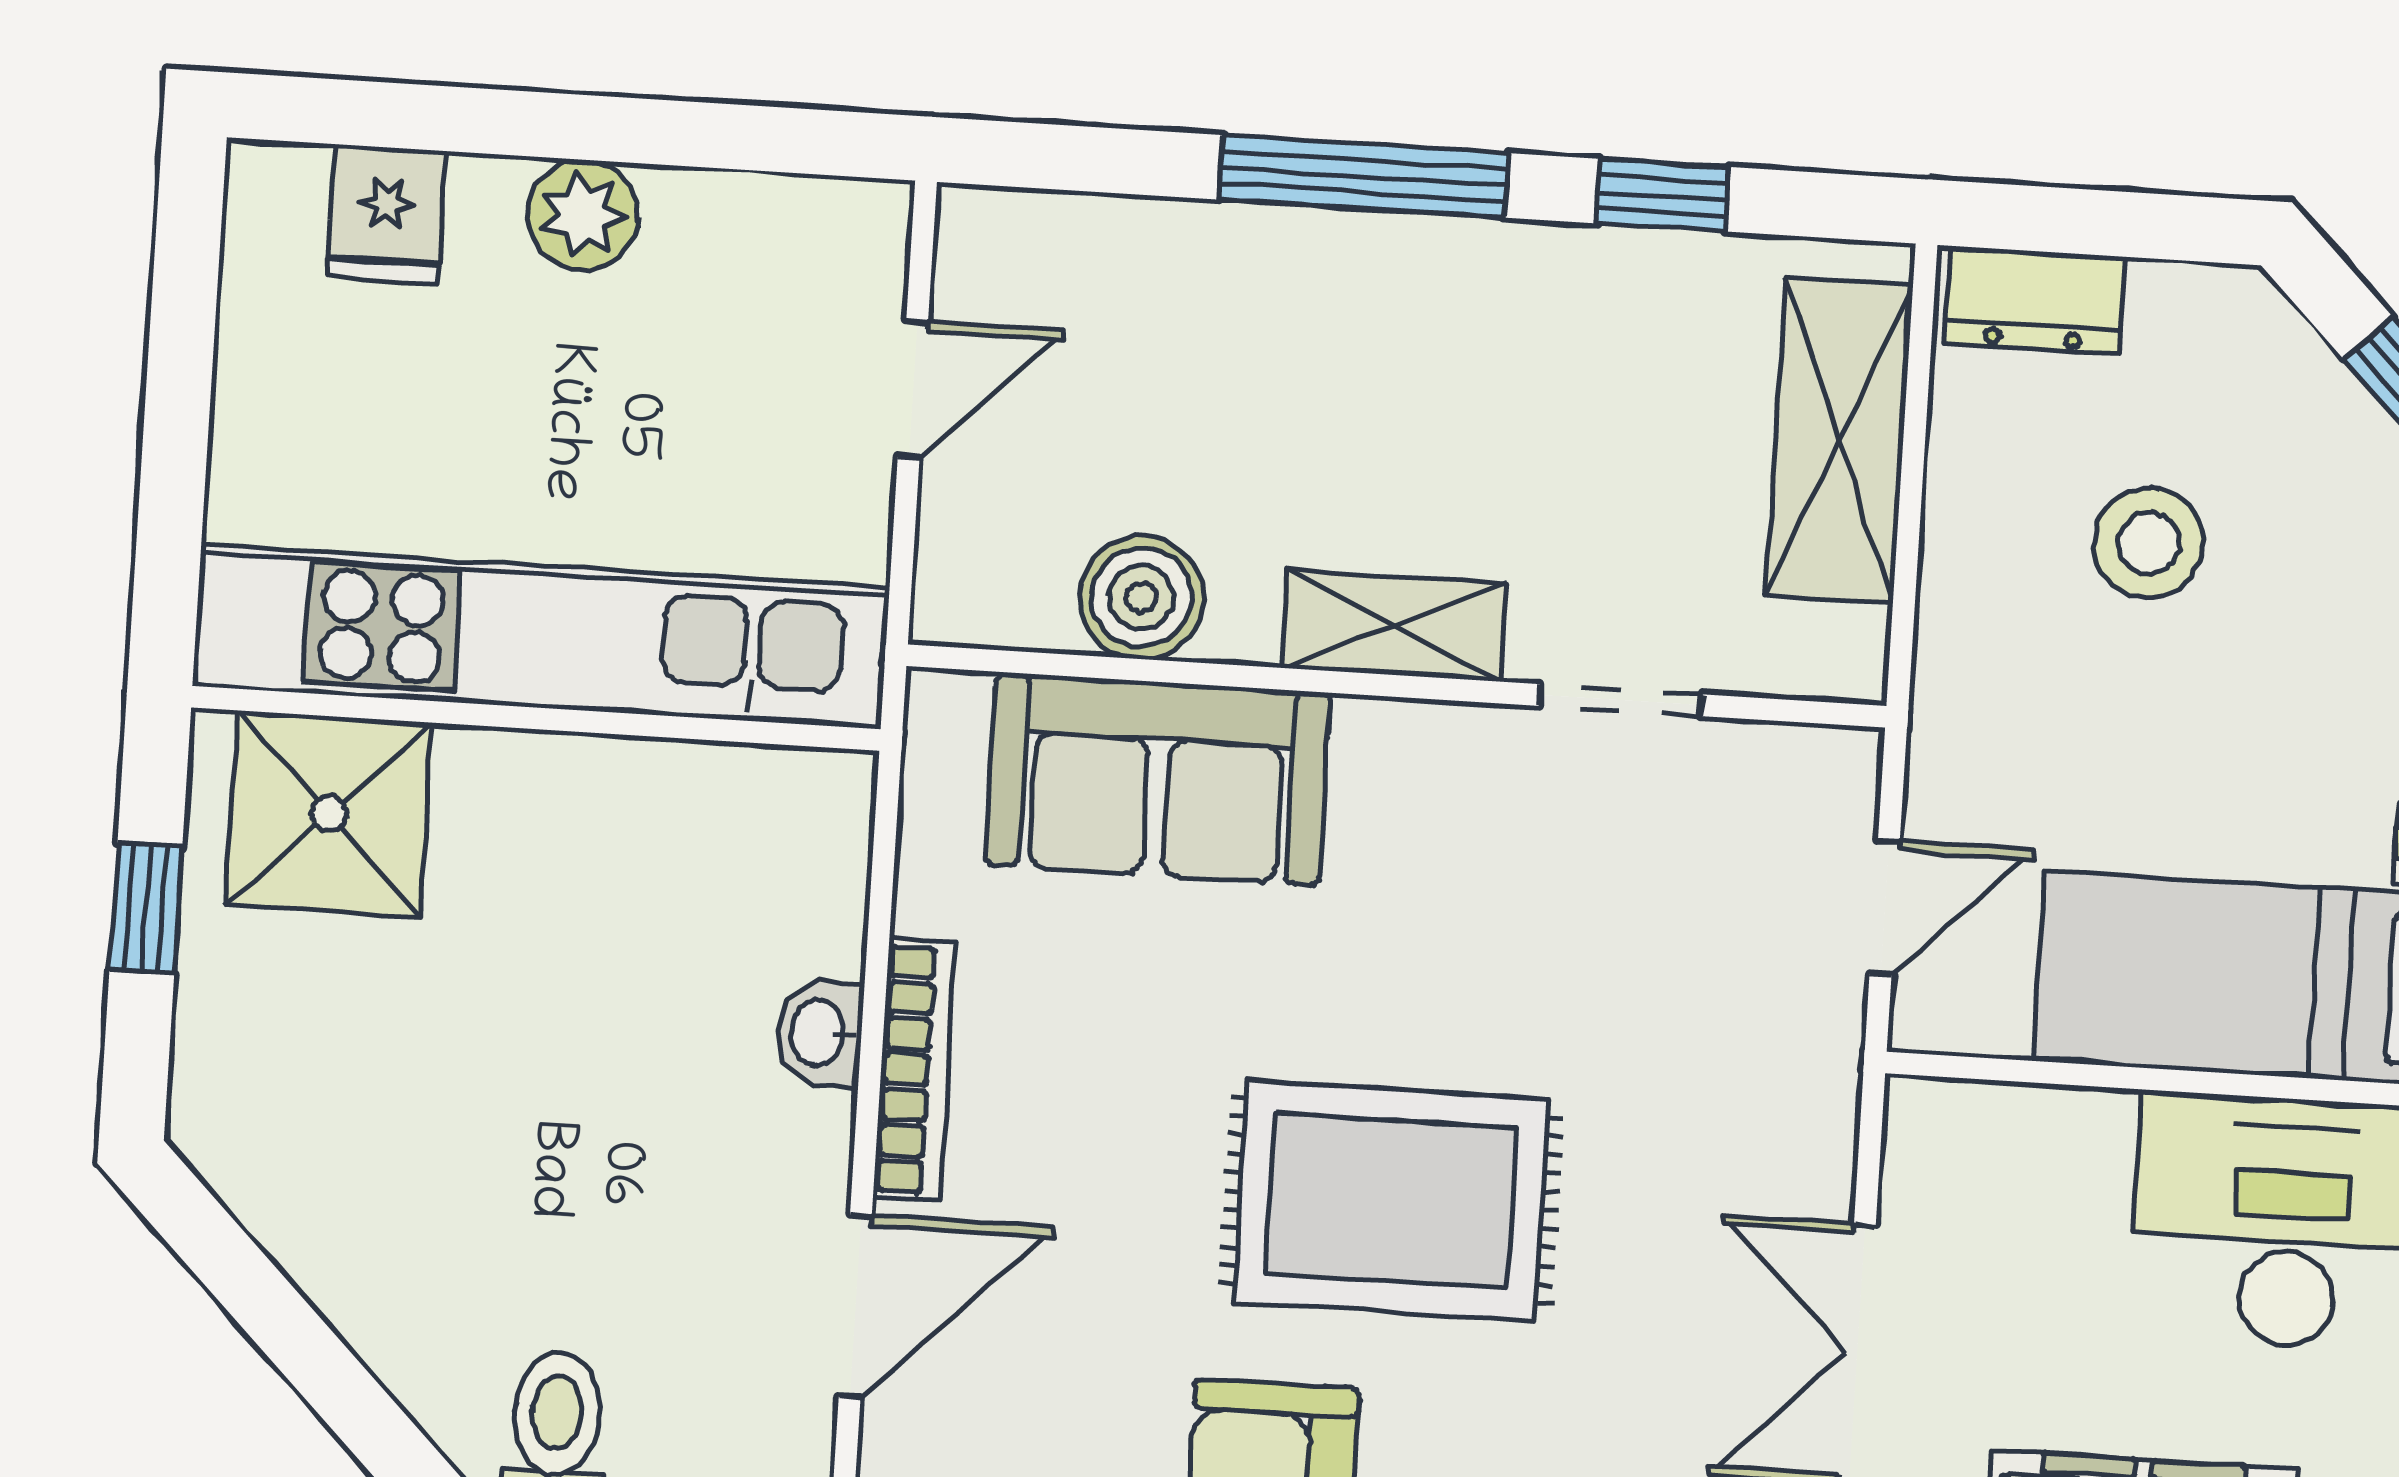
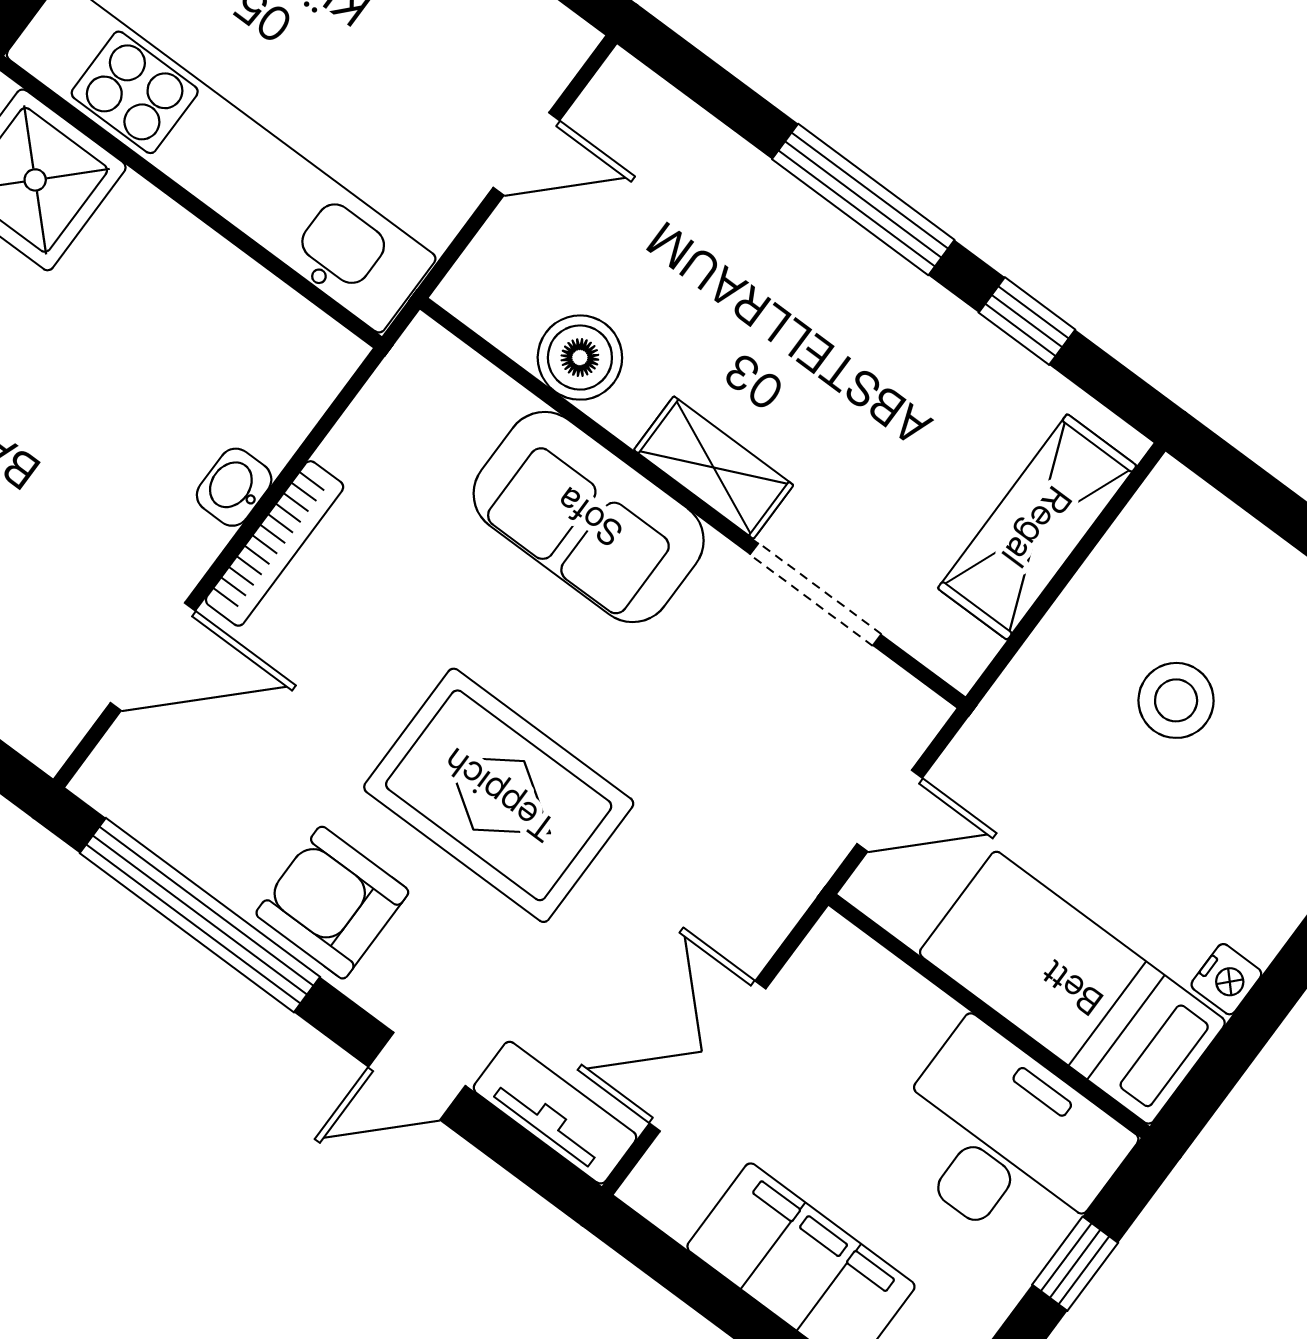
dresser: (2035, 300) -> (1201, 519), removed
doorway: (1621, 700) -> (816, 594), width x1.38
sofa: (1158, 779) -> (589, 517), moved

